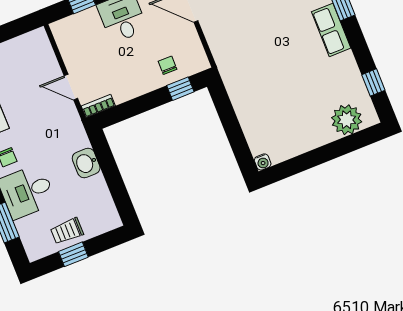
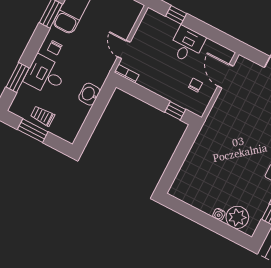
chair: (167, 65) -> (195, 85), moved
water cooler: (263, 162) -> (219, 214), moved
window: (73, 254) -> (33, 131), width x1.50

